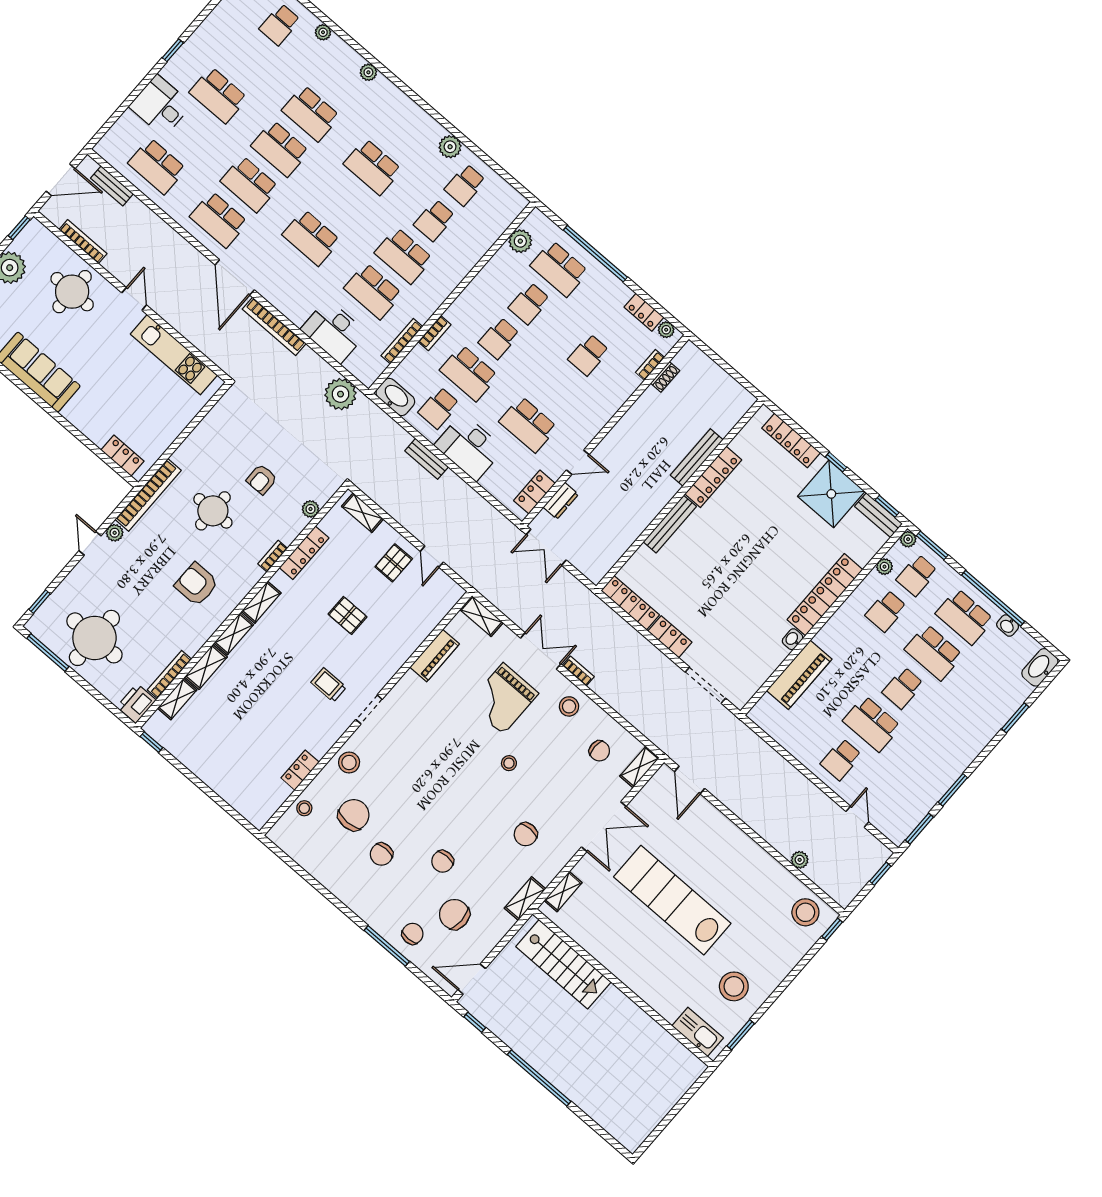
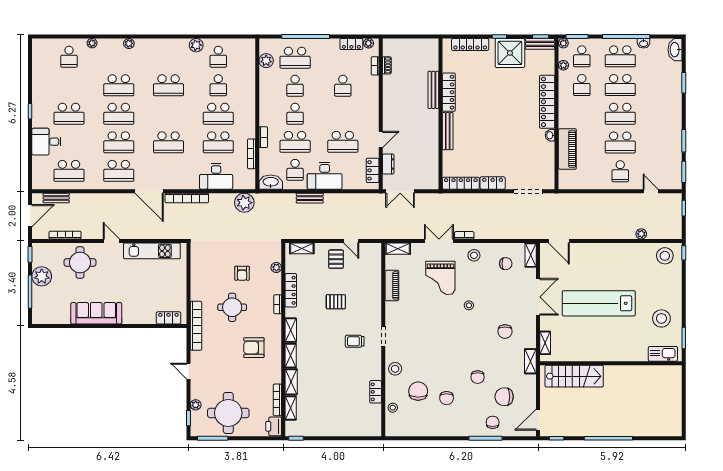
plant: (115, 533) -> (196, 405), moved
school desk: (903, 688) -> (620, 114), width x1.85

